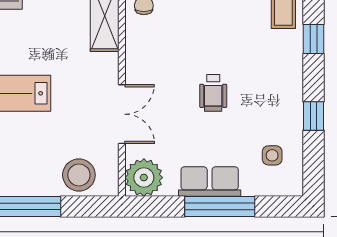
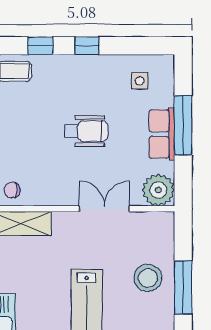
wheelchair: (213, 93) -> (86, 131), width x1.36, depth x1.37
window: (313, 116) -> (87, 46), moved
stool: (79, 175) -> (148, 278), moved

